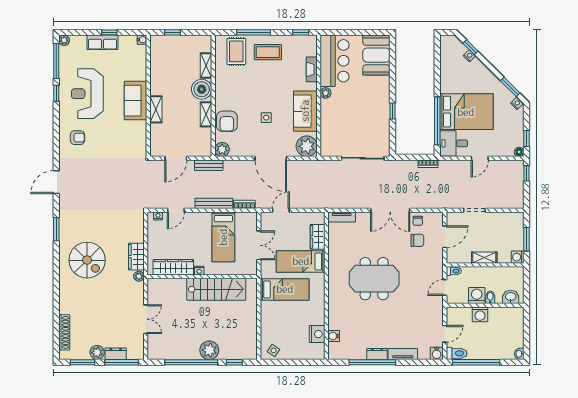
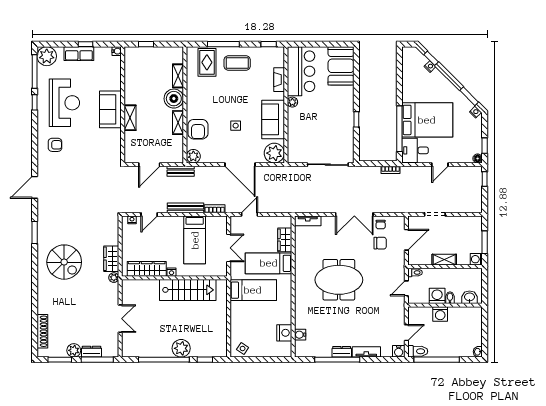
plant: (64, 40) -> (47, 56), width x1.88, depth x1.88
reception desk: (87, 94) -> (64, 103), turned 180

